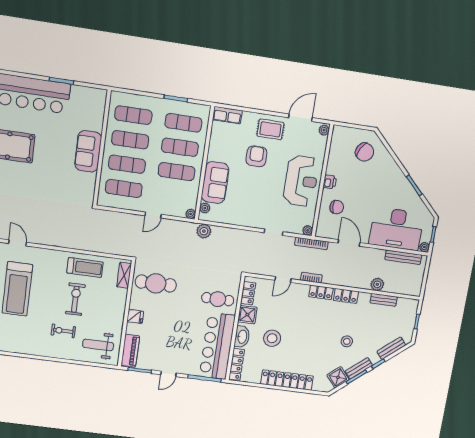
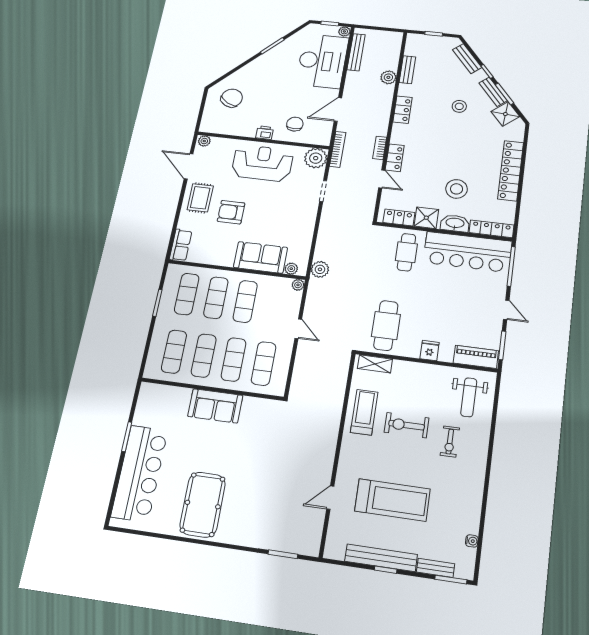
plant: (308, 230) -> (316, 158), width x1.88, depth x1.88
locker: (321, 292) -> (395, 158), moved

